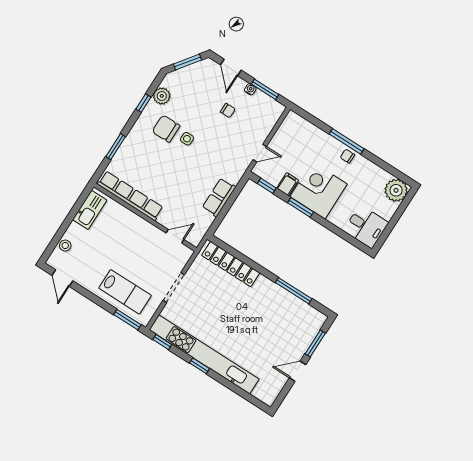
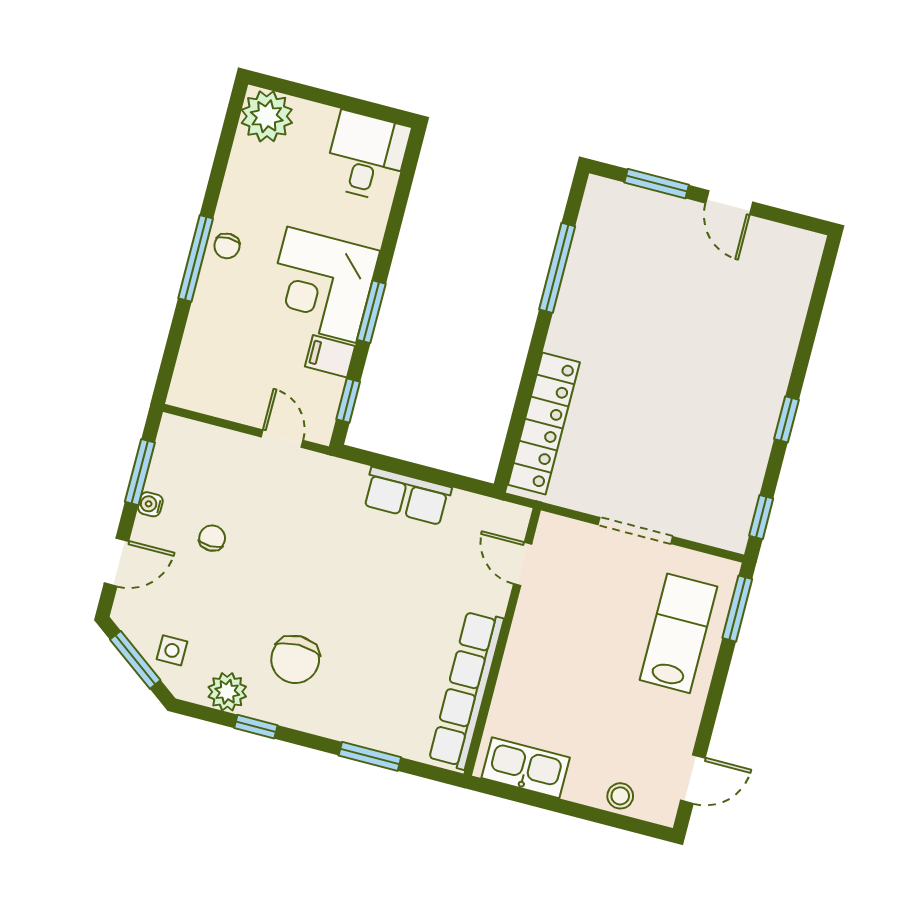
side table: (187, 139) -> (172, 650), moved
kitchen unit: (204, 354) -> (758, 417), removed

